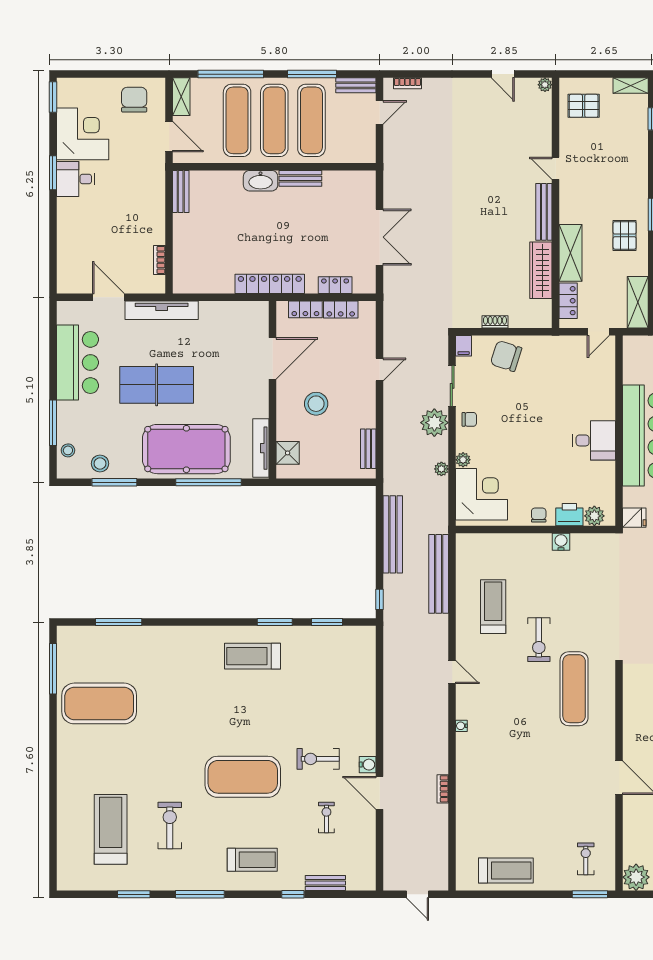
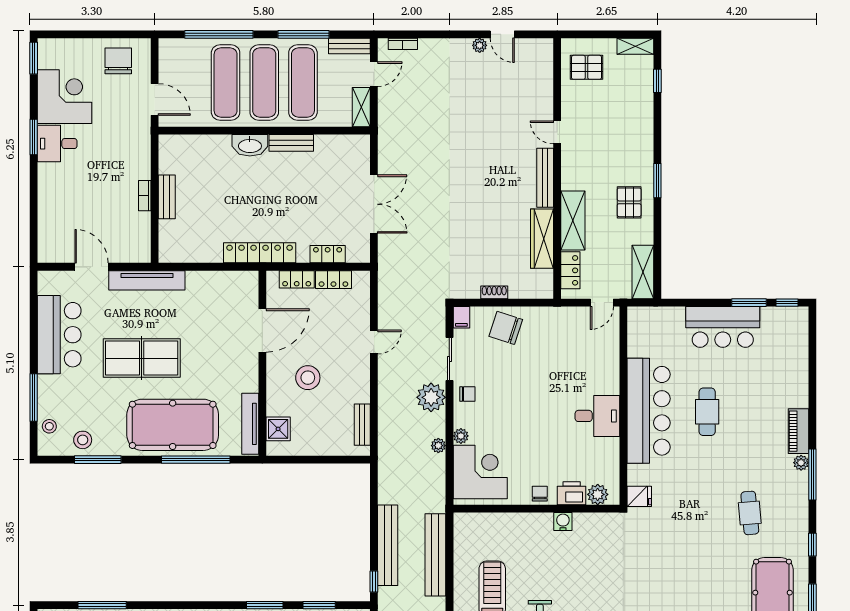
plant: (545, 85) -> (480, 45), moved
shelving: (181, 97) -> (361, 107), moved
bench: (181, 191) -> (167, 197), moved
bookcase: (160, 260) -> (145, 196), moved
bench: (393, 534) -> (388, 545), moved

